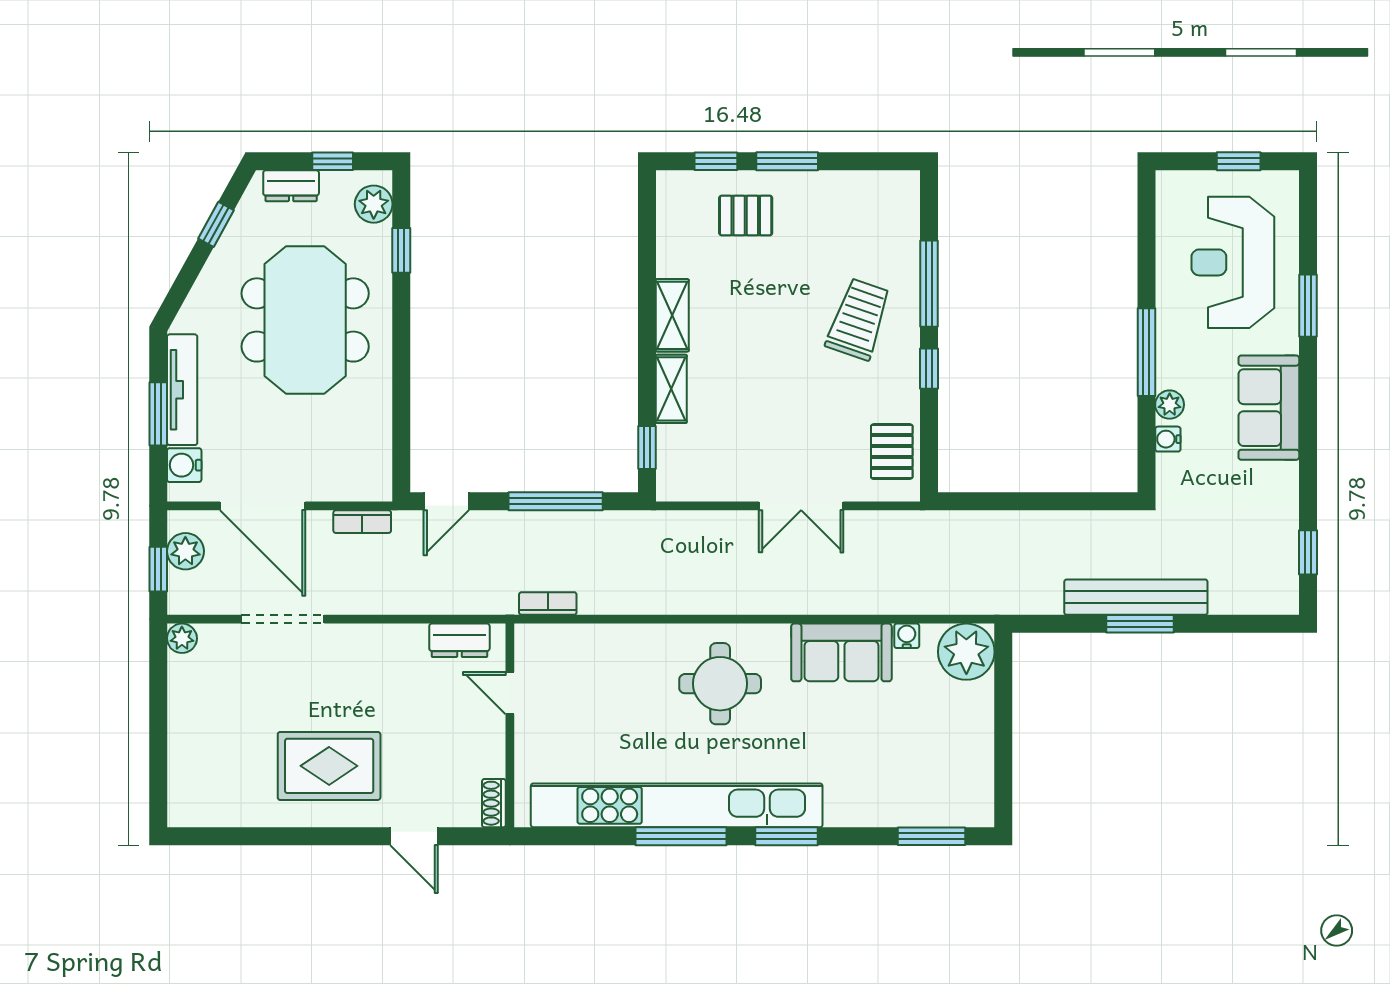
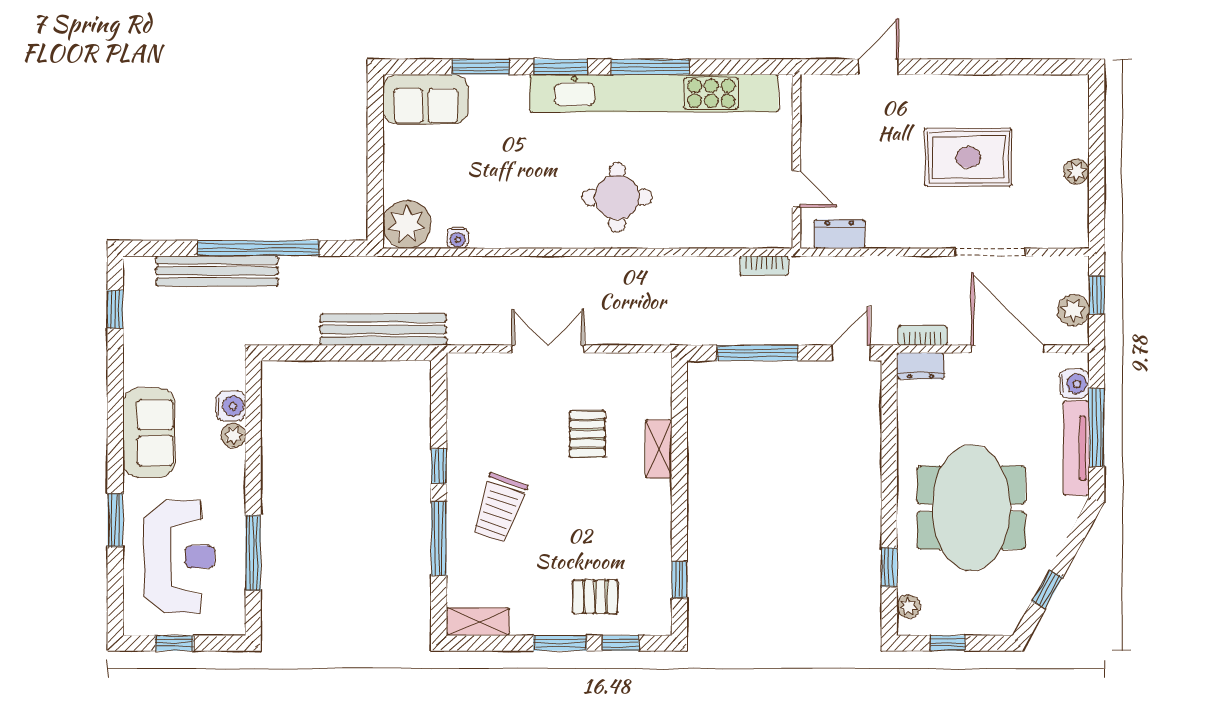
dresser: (291, 186) -> (920, 366), moved, turned 180
plant: (374, 204) -> (908, 607), width x0.73, depth x0.73
shelving: (672, 315) -> (478, 622), moved, turned 90
window: (1146, 352) -> (253, 553), moved
window: (158, 414) -> (1097, 428), width x1.44
water cooler: (1168, 439) -> (231, 406), width x1.38, depth x1.38
window: (647, 448) -> (679, 580), moved
pallet: (892, 452) -> (587, 434), moved
bench: (994, 529) -> (383, 330), added
bench: (1136, 597) -> (217, 271), moved
window: (1140, 624) -> (259, 248), width x2.11
plant: (182, 638) -> (1076, 171), moved
sofa: (841, 652) -> (426, 99), moved, turned 180
rug: (329, 766) -> (968, 157), moved
shoe rack: (494, 803) -> (810, 95), removed
door: (414, 836) -> (878, 67), hinge flipped
window: (931, 836) -> (481, 67), moved

